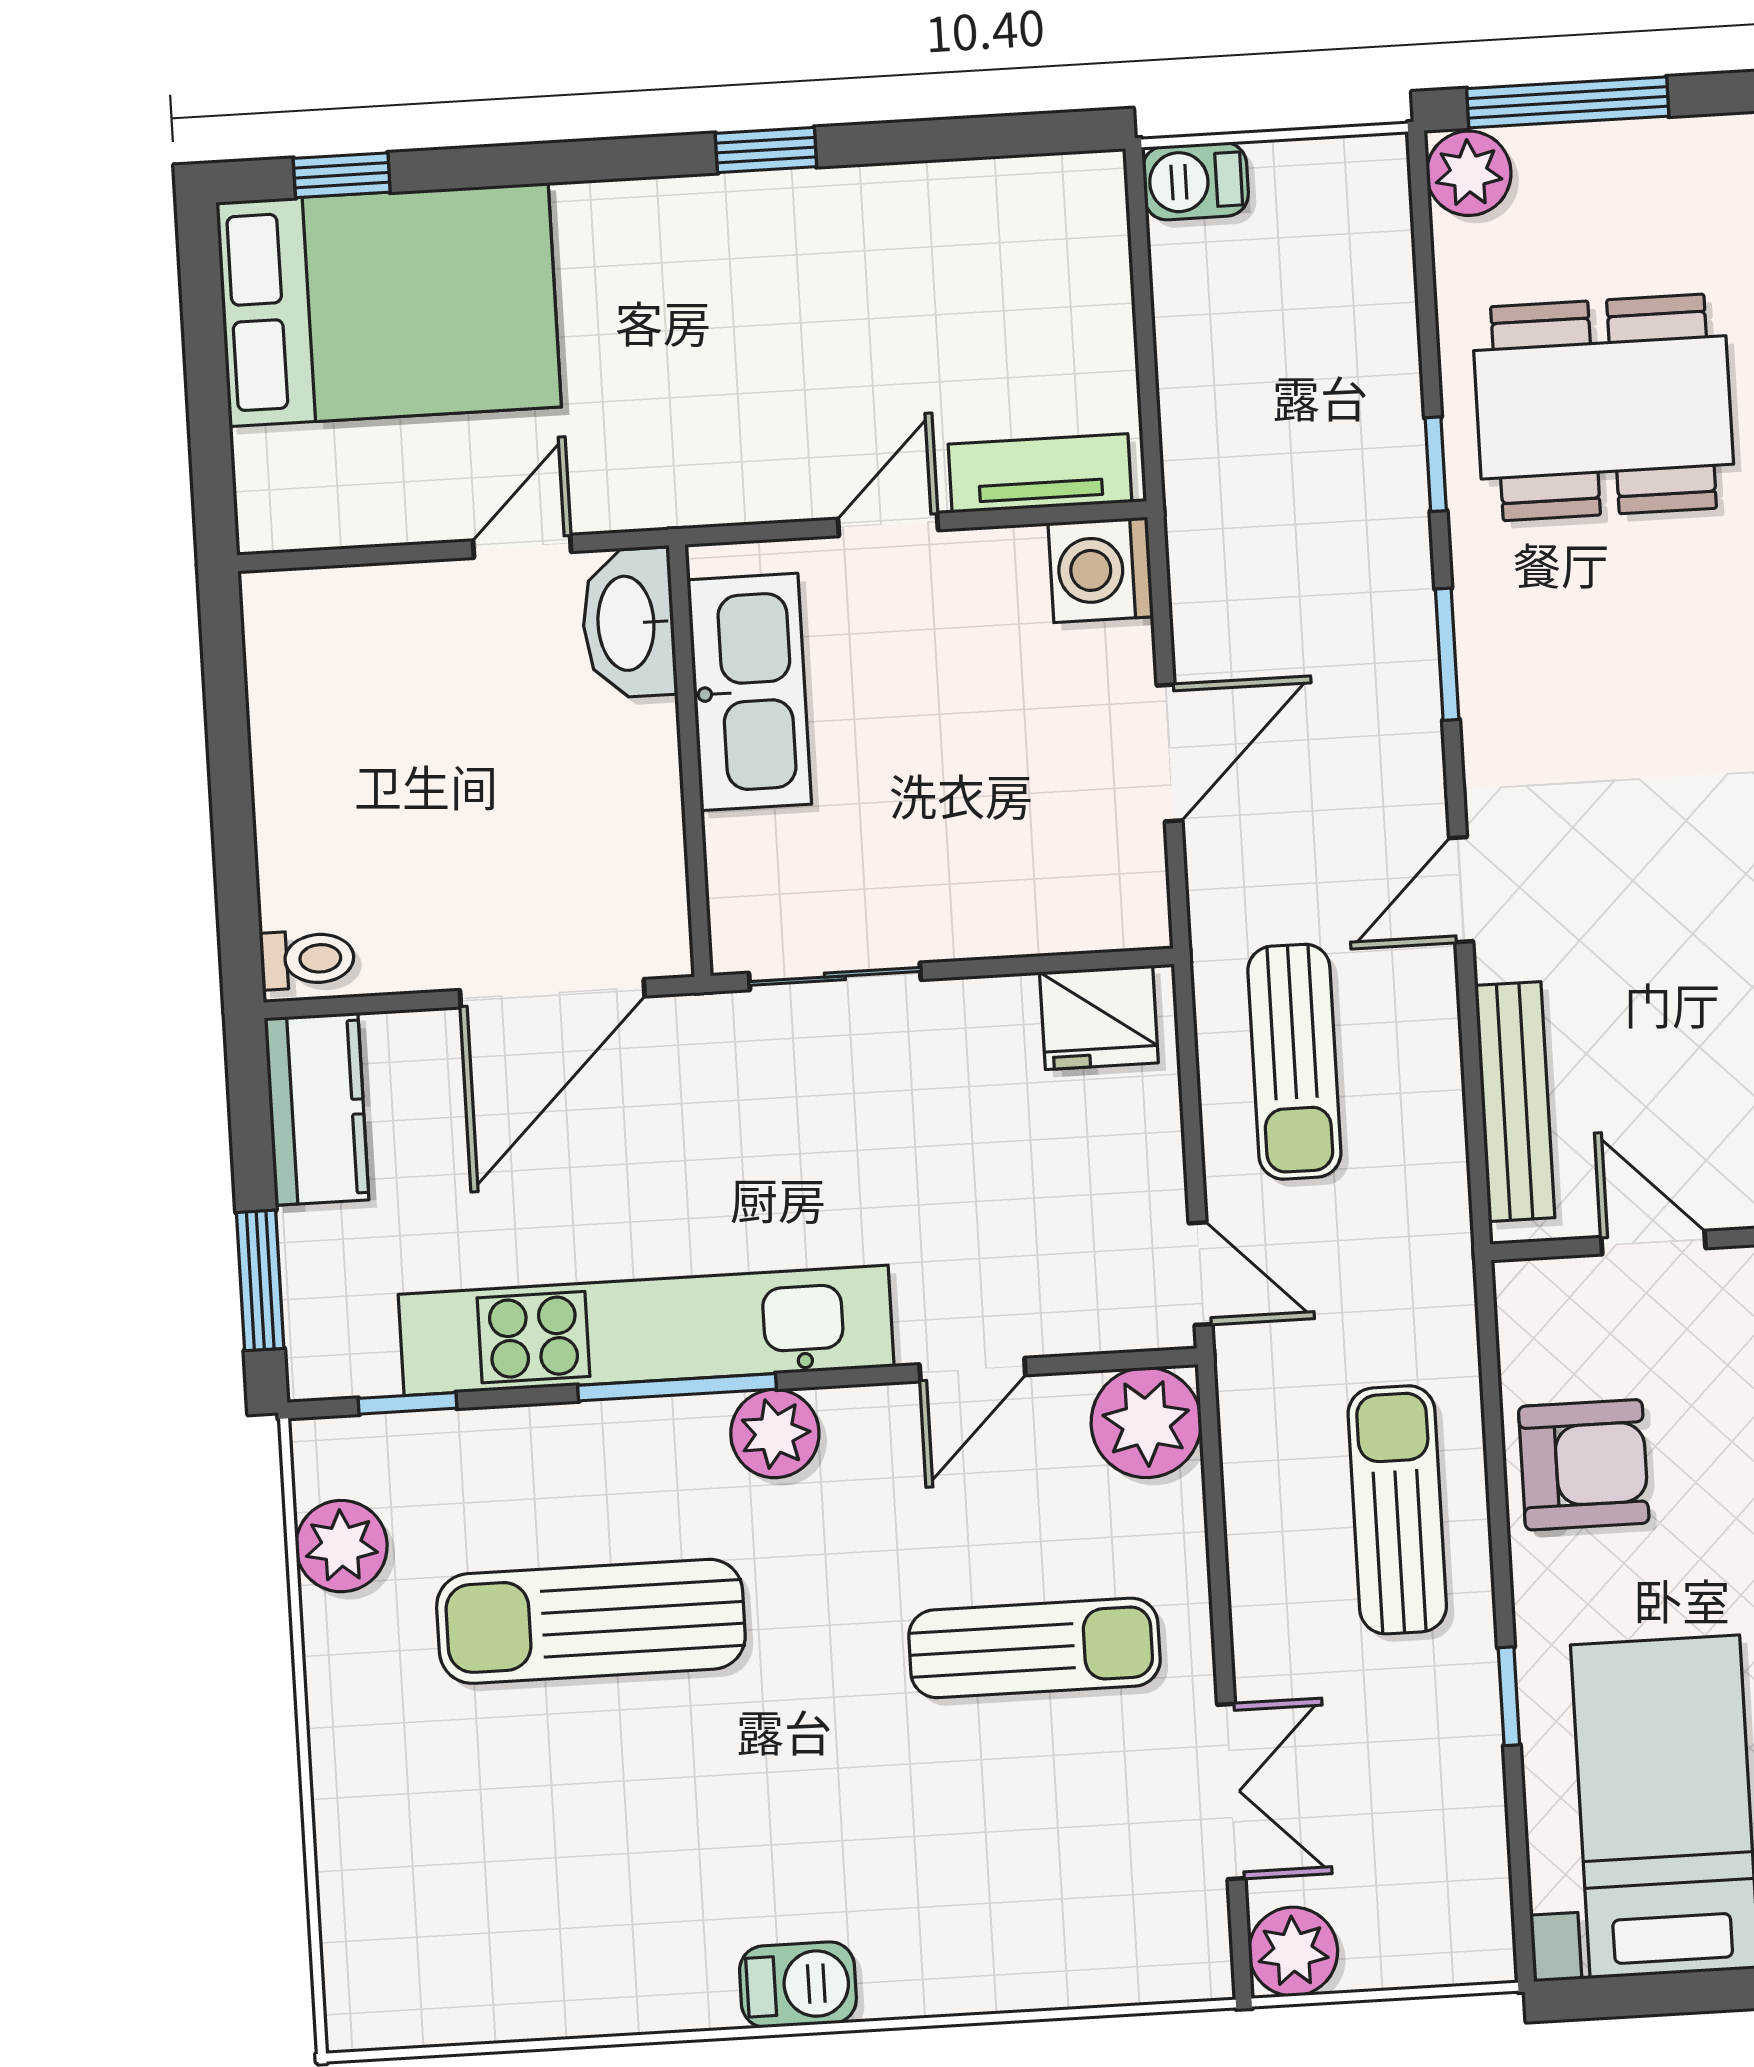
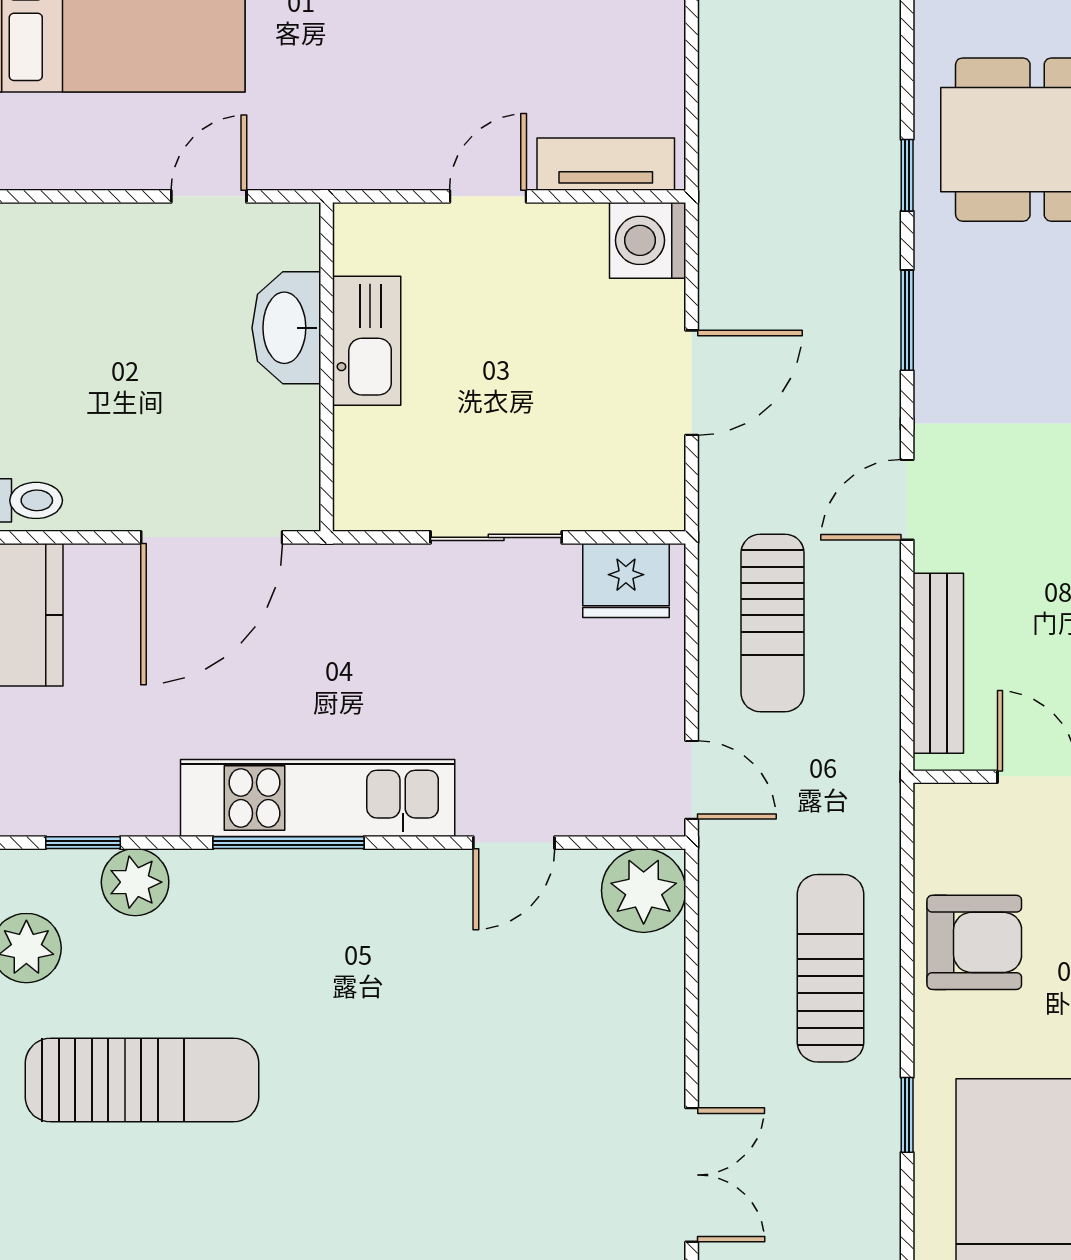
washbasin: (629, 623) -> (286, 328), moved
kitchen sink: (749, 692) -> (367, 341), width x0.73, depth x0.81
sliding door: (835, 976) -> (496, 537), moved
kitchen unit: (646, 1330) -> (318, 798), width x0.73
plant: (775, 1434) -> (135, 882), moved
sun lounger: (591, 1621) -> (142, 1080), moved, turned 180
sun lounger: (1034, 1648) -> (549, 1057), removed

